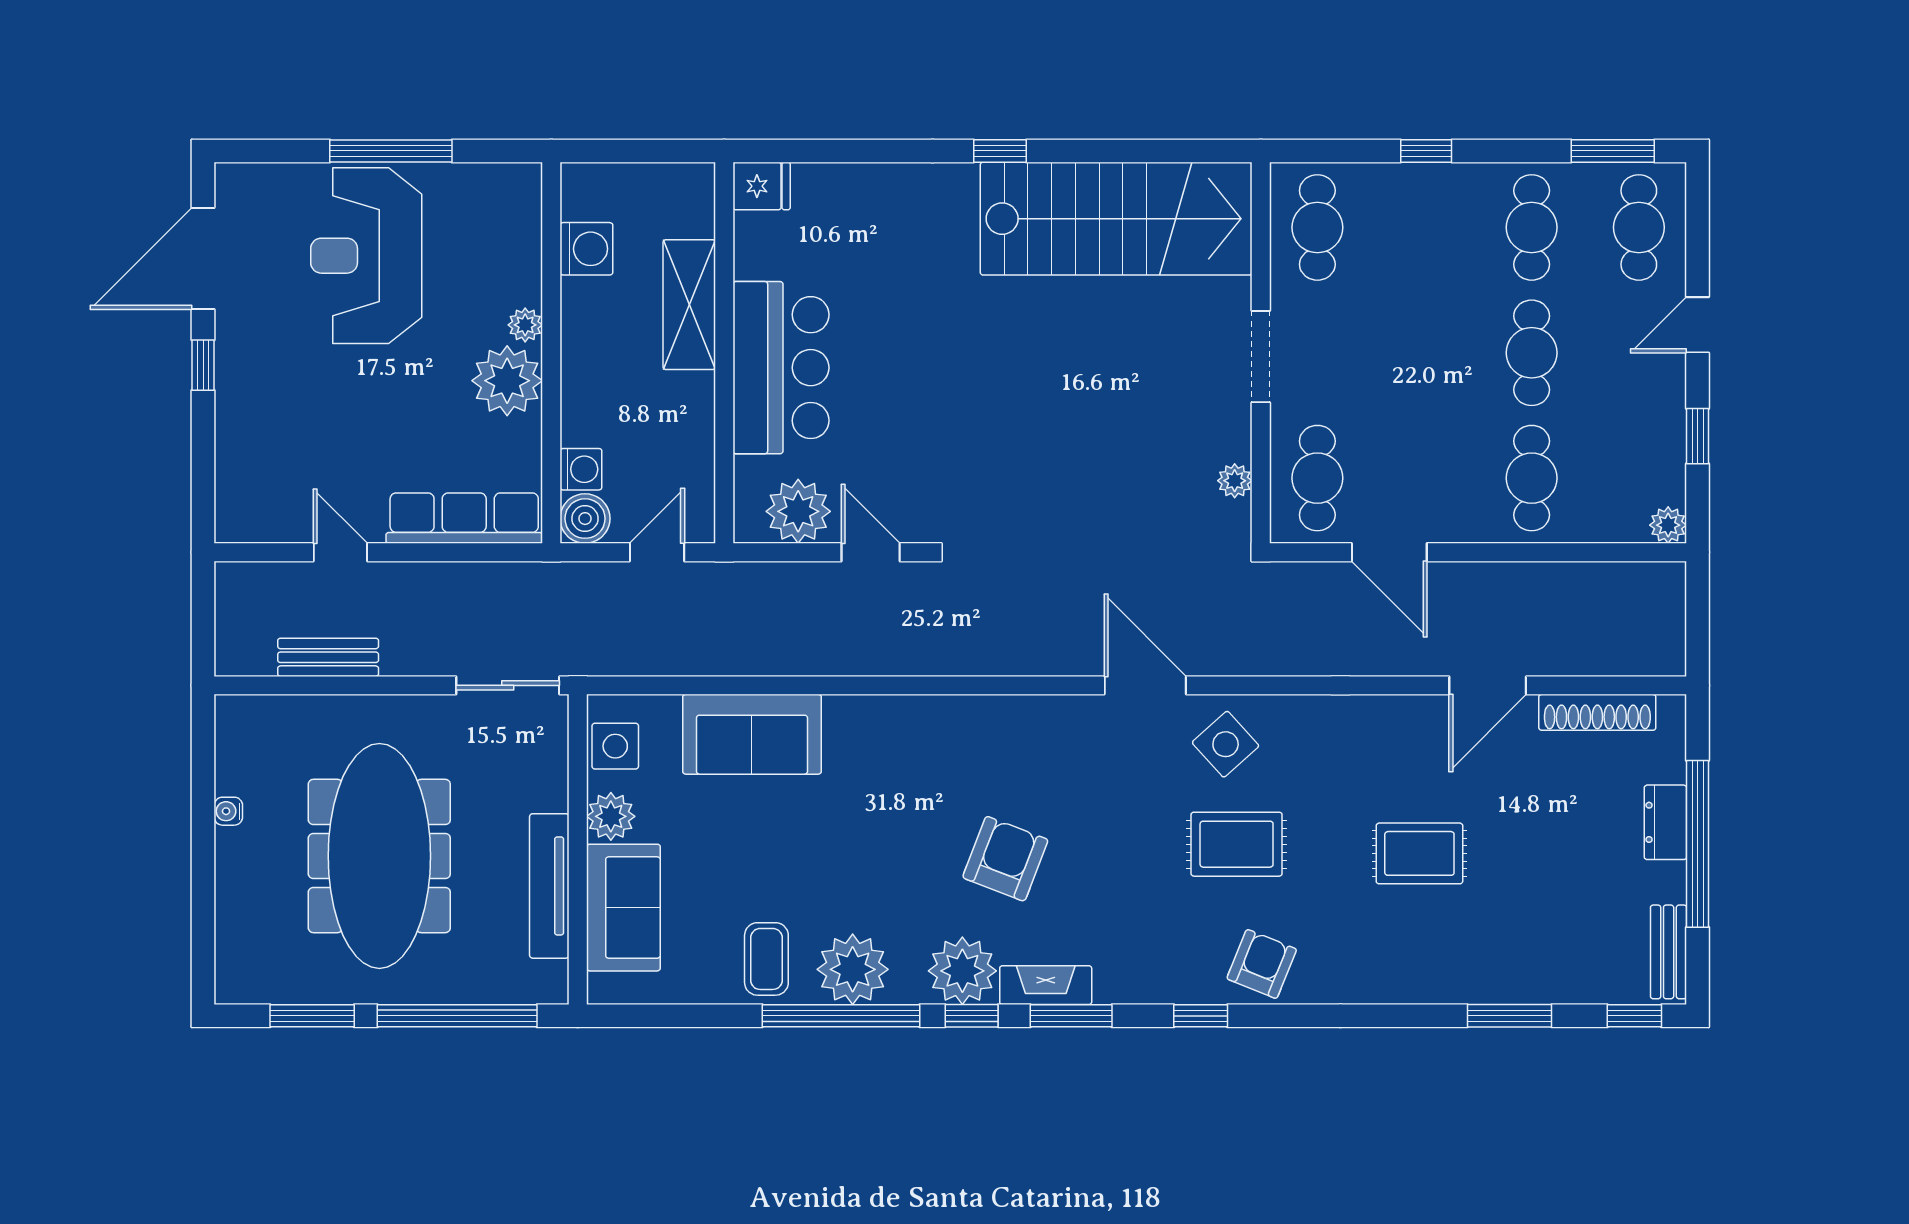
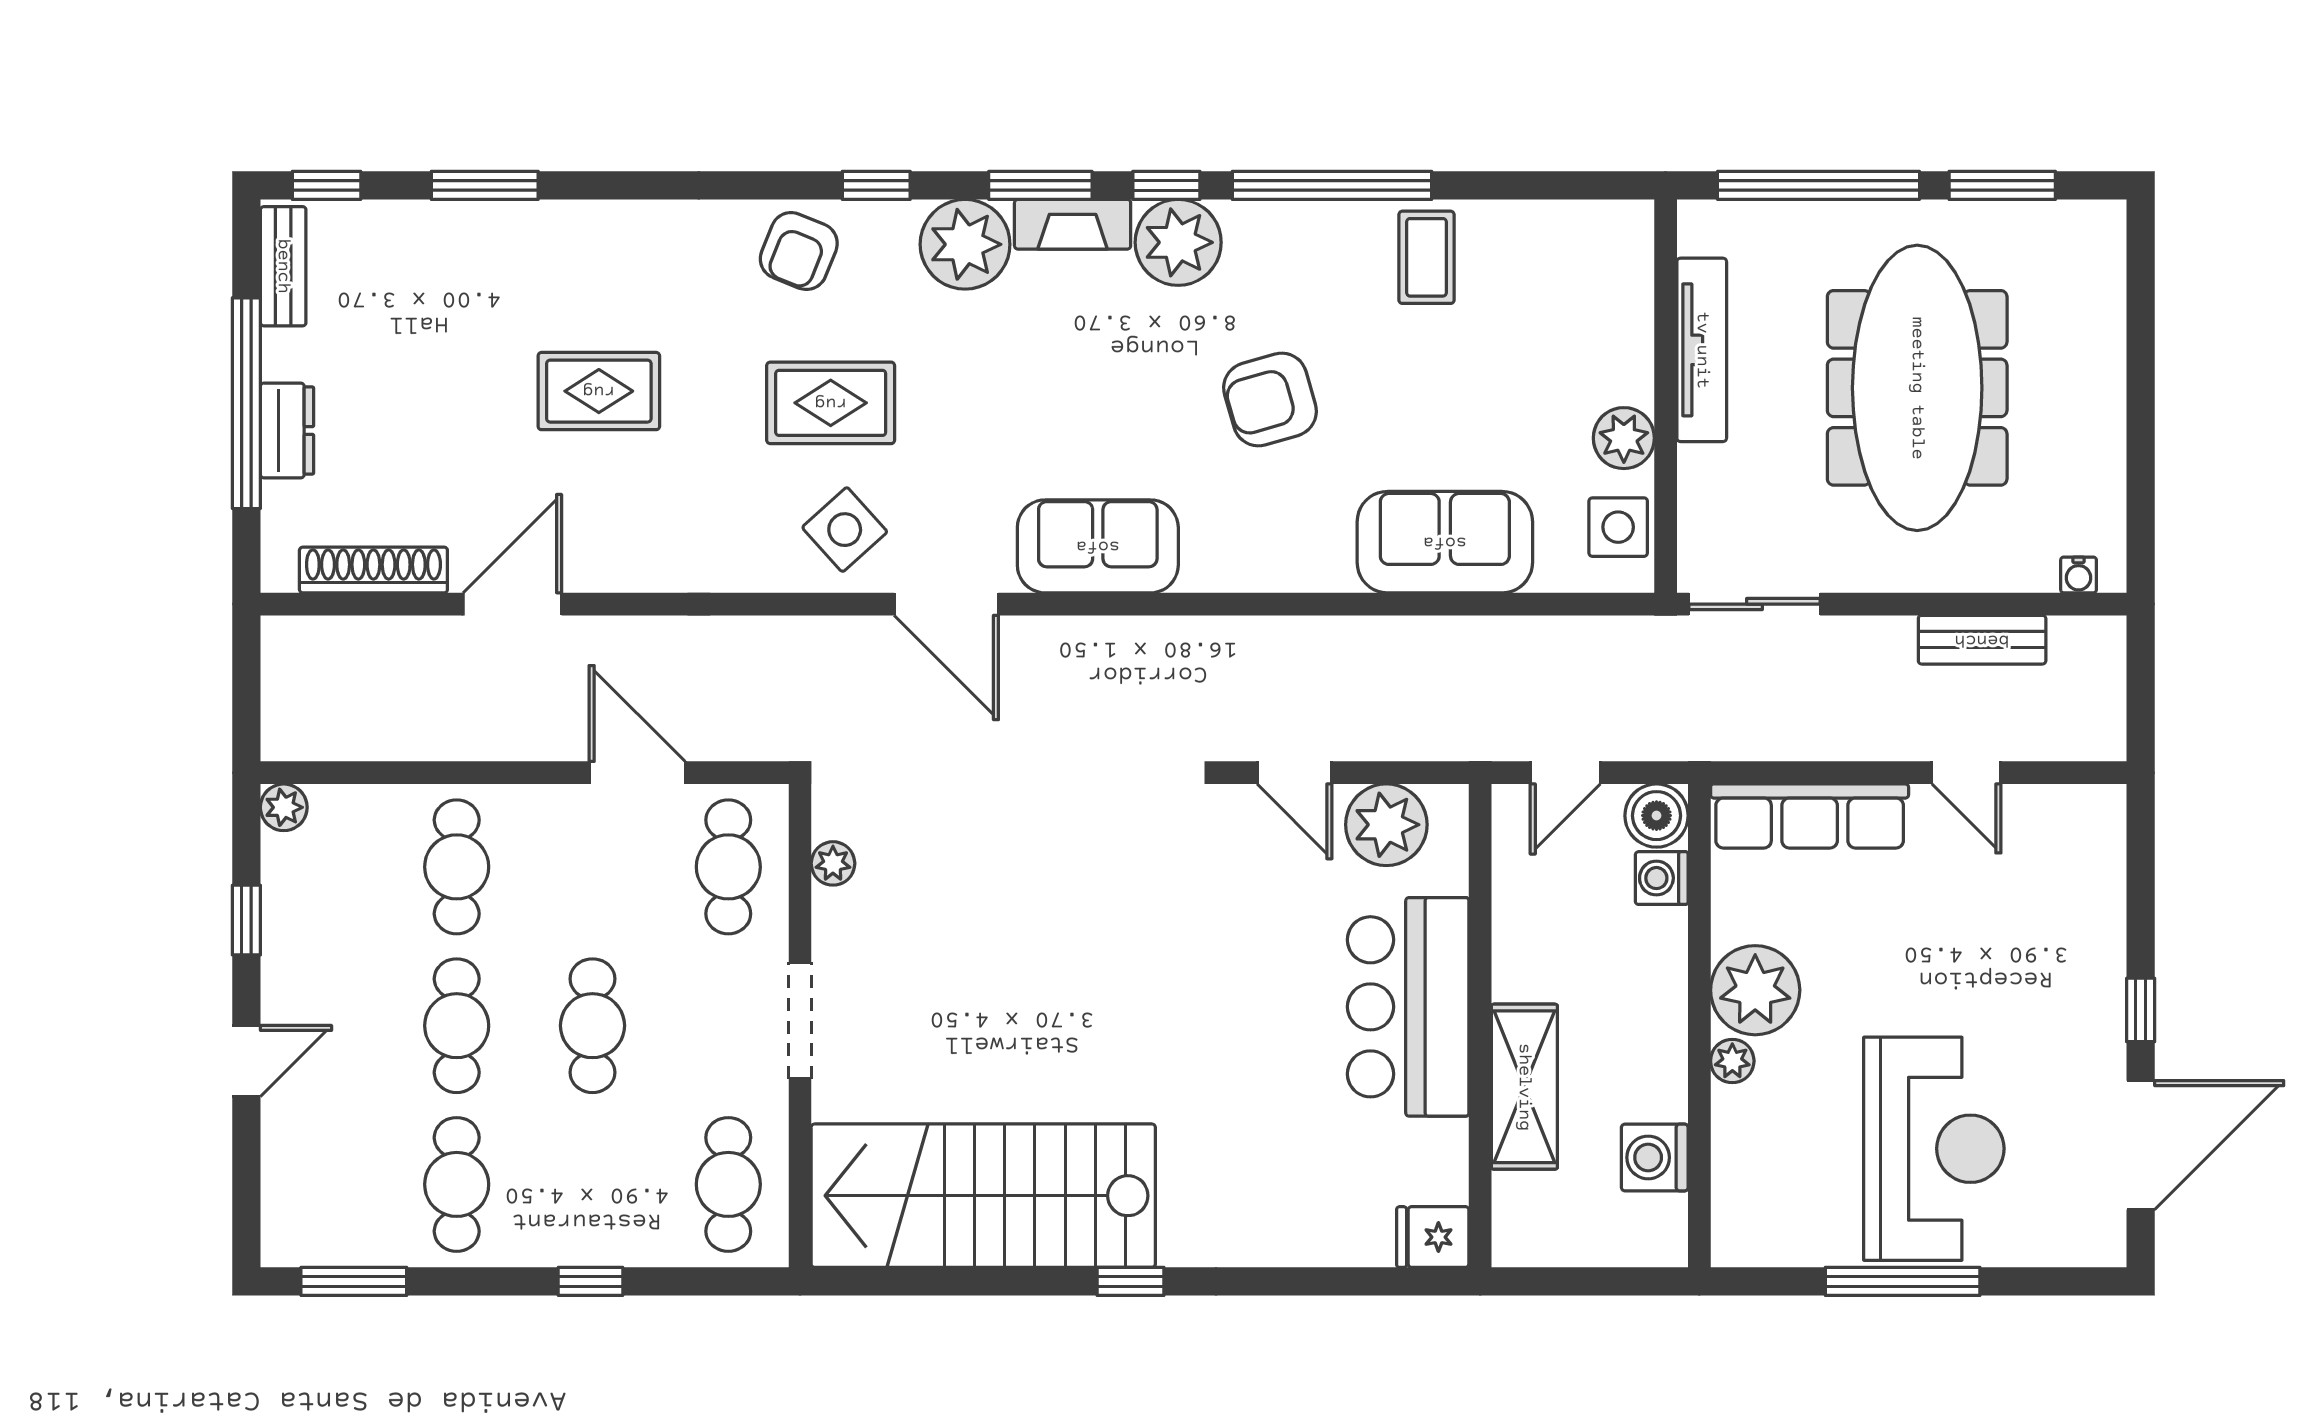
cafe table: (1639, 227) -> (592, 1026), moved
water cooler: (228, 811) -> (2079, 575), moved, turned 90
armchair: (1005, 859) -> (1270, 399), moved, turned 53
sofa: (623, 908) -> (1098, 546), moved, turned 90
plant: (853, 969) -> (965, 244), moved

